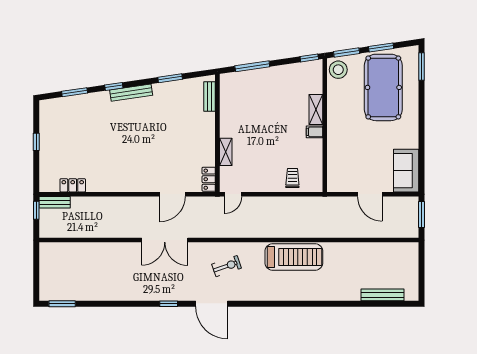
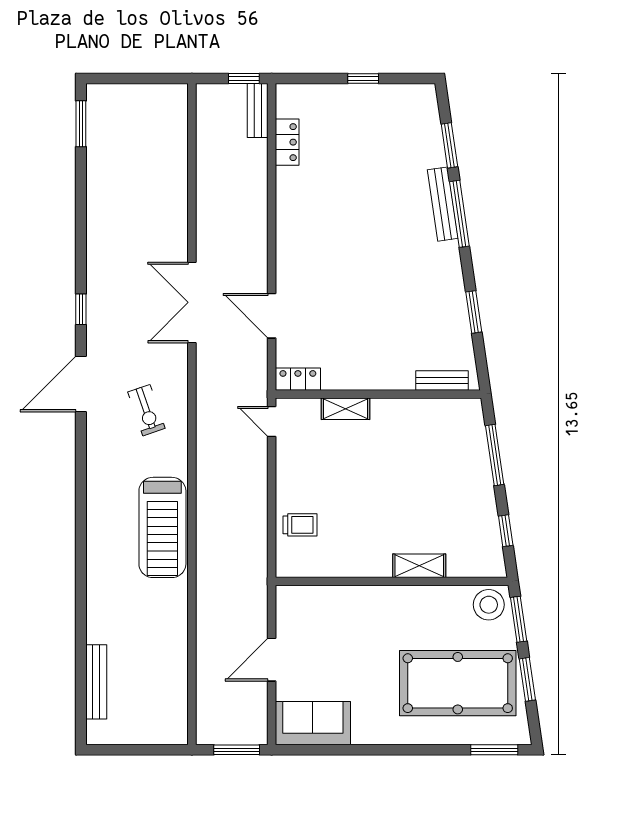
window: (309, 58) -> (506, 531), moved
window: (114, 86) -> (459, 214), width x2.17
bench: (131, 93) -> (443, 204), moved
filing cabinet: (315, 132) -> (380, 563), removed

